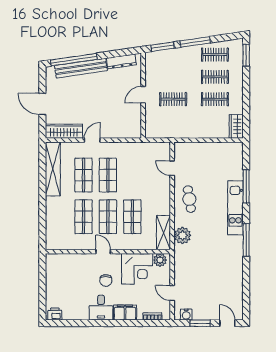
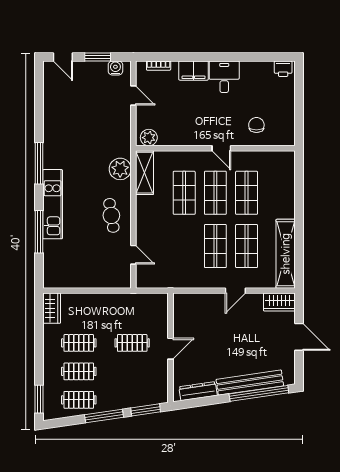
wardrobe: (64, 131) -> (279, 302), width x0.67
corner desk: (137, 269) -> (178, 126), removed
chair: (106, 280) -> (256, 125), moved

